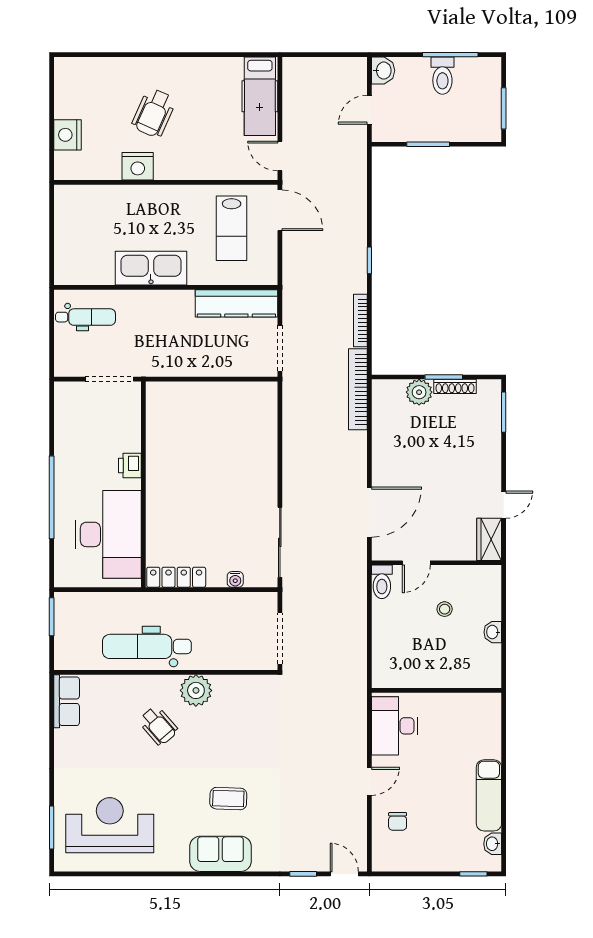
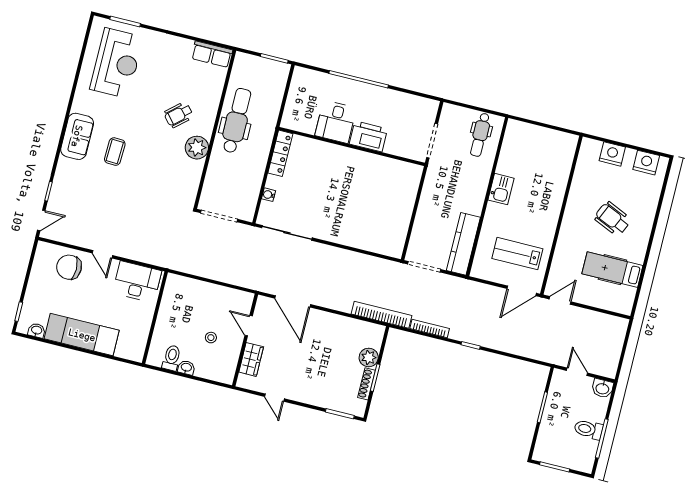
hospital bed: (260, 96) -> (612, 270), moved
nightstand: (138, 166) -> (646, 163), moved, turned 90
kitchen sink: (151, 268) -> (501, 189), width x0.53, depth x0.81
printer: (130, 466) -> (368, 136), width x1.87, depth x1.48
desk: (108, 534) -> (336, 122), width x0.53, depth x0.77
wardrobe: (489, 539) -> (251, 359), moved, turned 90
toilet: (382, 582) -> (172, 358), moved, turned 90
exam couch: (489, 795) -> (82, 335), width x1.36, depth x1.45
chair: (398, 821) -> (69, 267), width x1.87, depth x1.87

